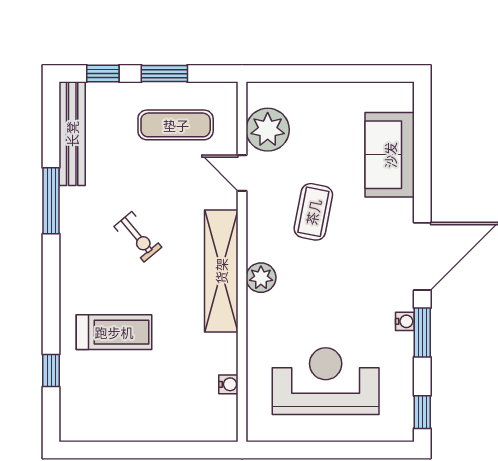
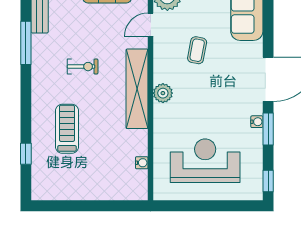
door: (242, 173) -> (151, 25), hinge flipped
coffee table: (313, 212) -> (197, 50), width x0.73, depth x0.77
exercise bike: (138, 237) -> (83, 67), turned -50
treadmill: (114, 332) -> (67, 129), turned -90

